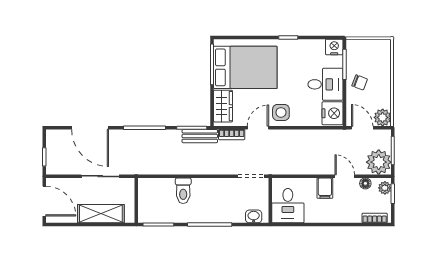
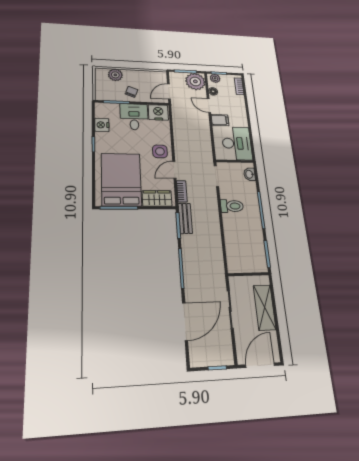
nightstand: (334, 47) -> (102, 125), moved
plant: (383, 117) -> (115, 75), moved
door: (258, 128) -> (174, 170), hinge flipped
door: (345, 176) -> (209, 105), hinge flipped
toilet: (183, 191) -> (232, 206), moved
desk: (288, 206) -> (237, 143), width x1.37

